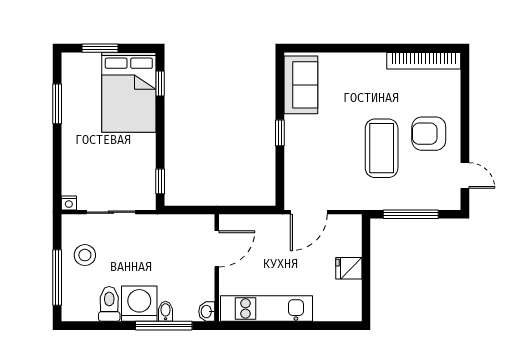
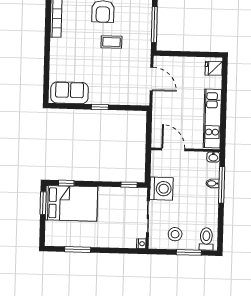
window: (100, 48) -> (43, 203), moved
coffee table: (382, 148) -> (111, 42), width x0.54, depth x0.58
door: (309, 212) -> (152, 79), moved
fridge: (349, 268) -> (214, 68), moved, turned 90
window: (57, 277) -> (189, 252), width x0.69
toilet: (109, 304) -> (206, 239), moved, turned 90
washing machine: (139, 304) -> (161, 189), moved, turned 180

